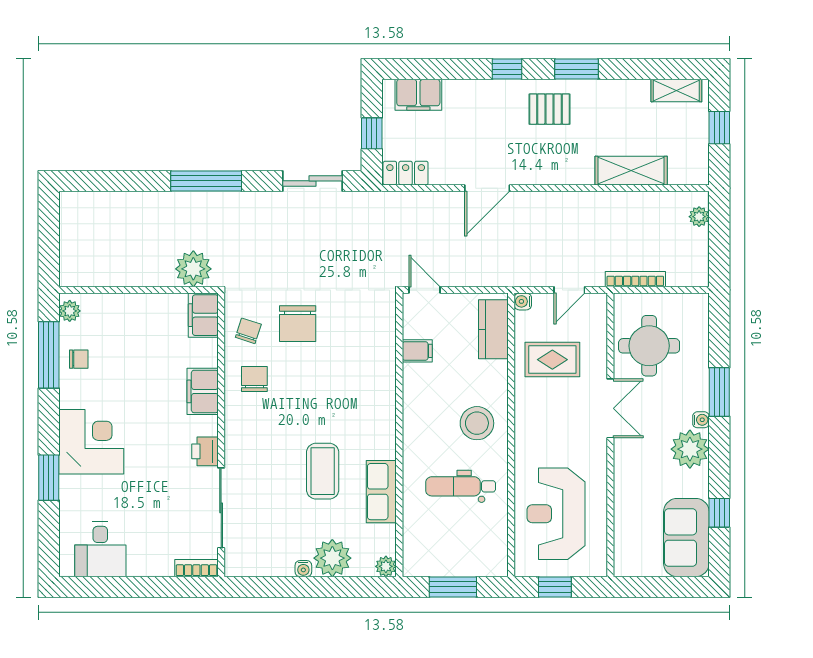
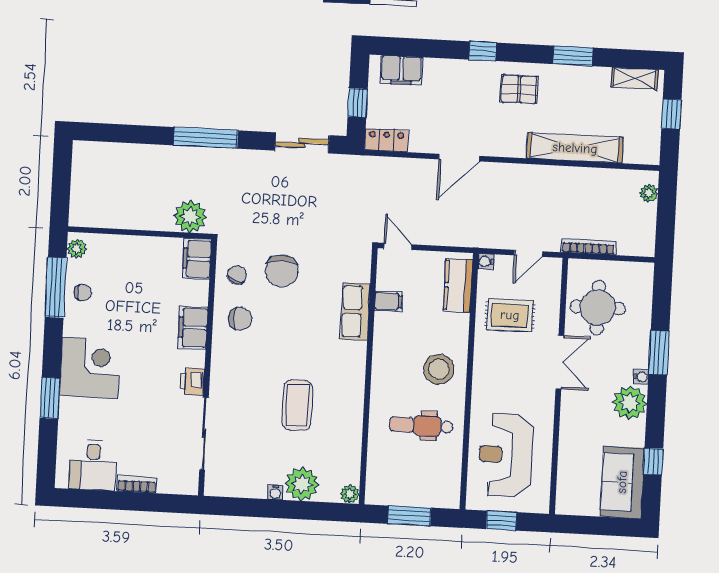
window: (577, 69) -> (573, 56), moved
shelving: (631, 171) -> (575, 148), width x1.47
chair: (254, 379) -> (240, 319), turned 90
row of seats: (381, 492) -> (355, 311), moved
bookcase: (196, 568) -> (137, 484), moved

